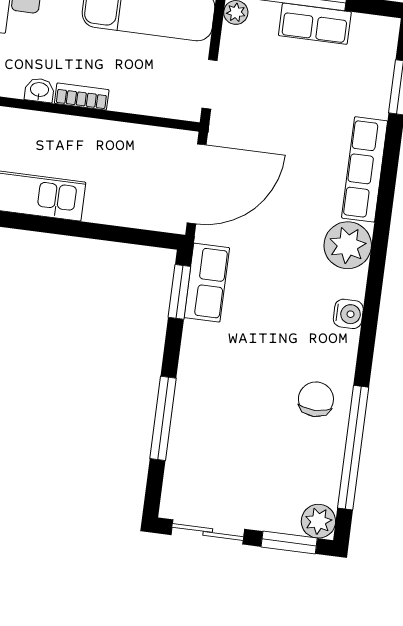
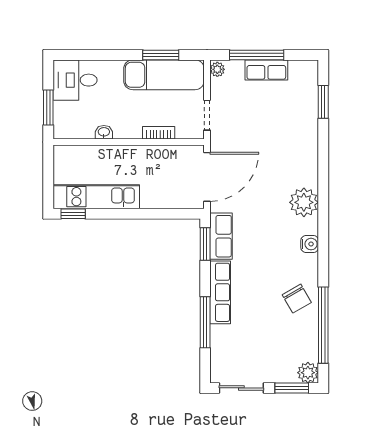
bookcase: (82, 96) -> (159, 133), moved
row of seats: (365, 169) -> (220, 292), moved, turned 180
chair: (316, 399) -> (297, 299), turned 150

